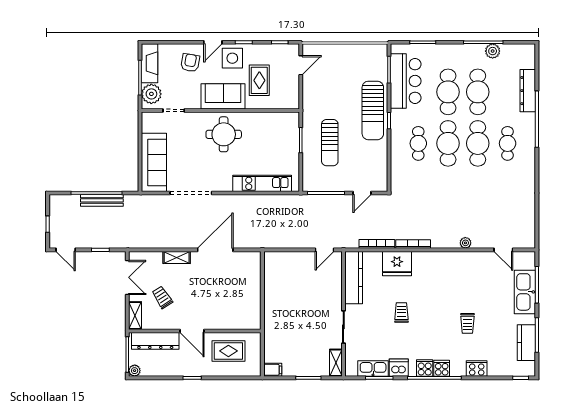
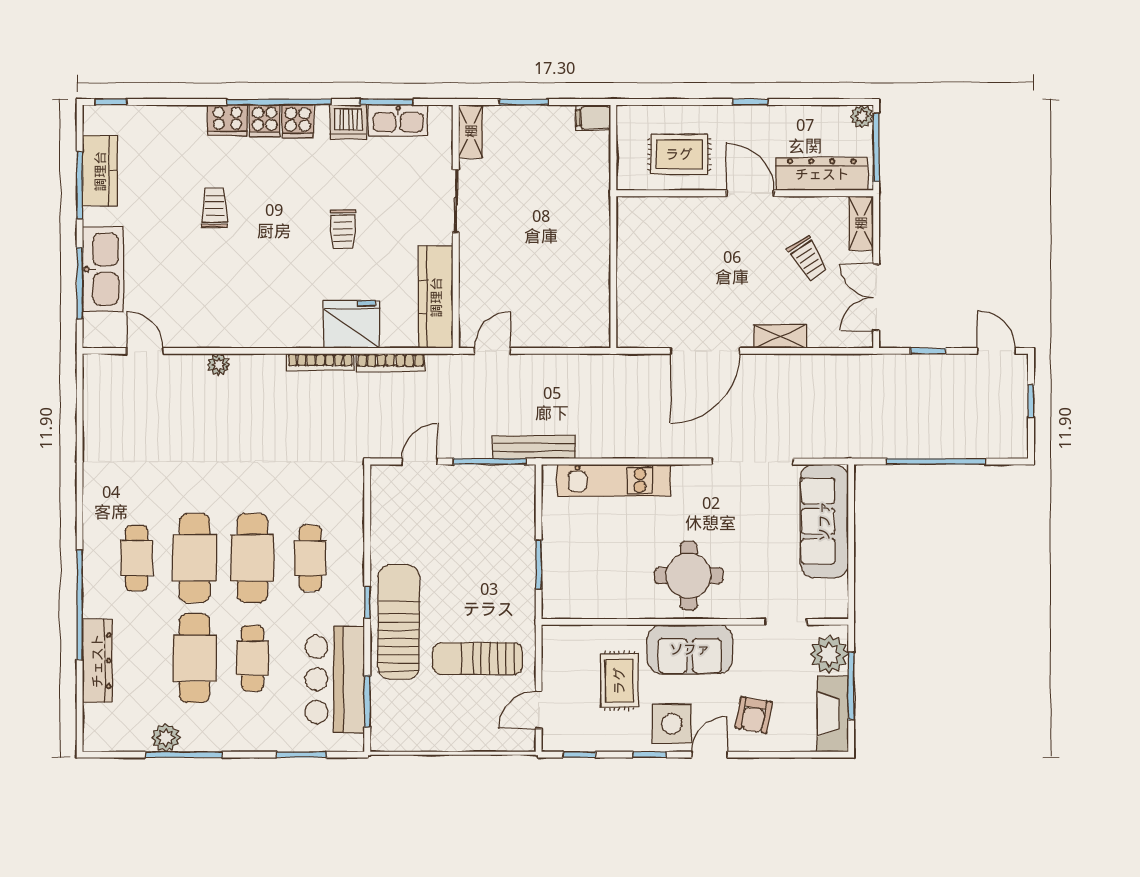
cafe table: (448, 92) -> (252, 658), width x0.73, depth x0.74
sun lounger: (330, 143) -> (477, 659), moved, turned -90
bench: (102, 200) -> (534, 447), moved
cooker: (477, 369) -> (227, 120), moved

